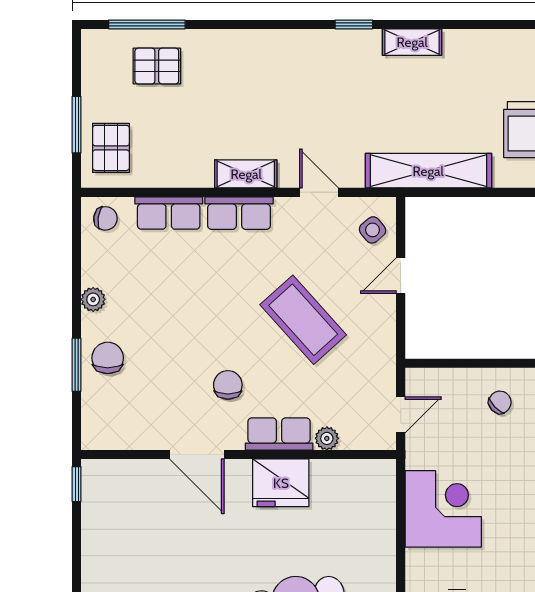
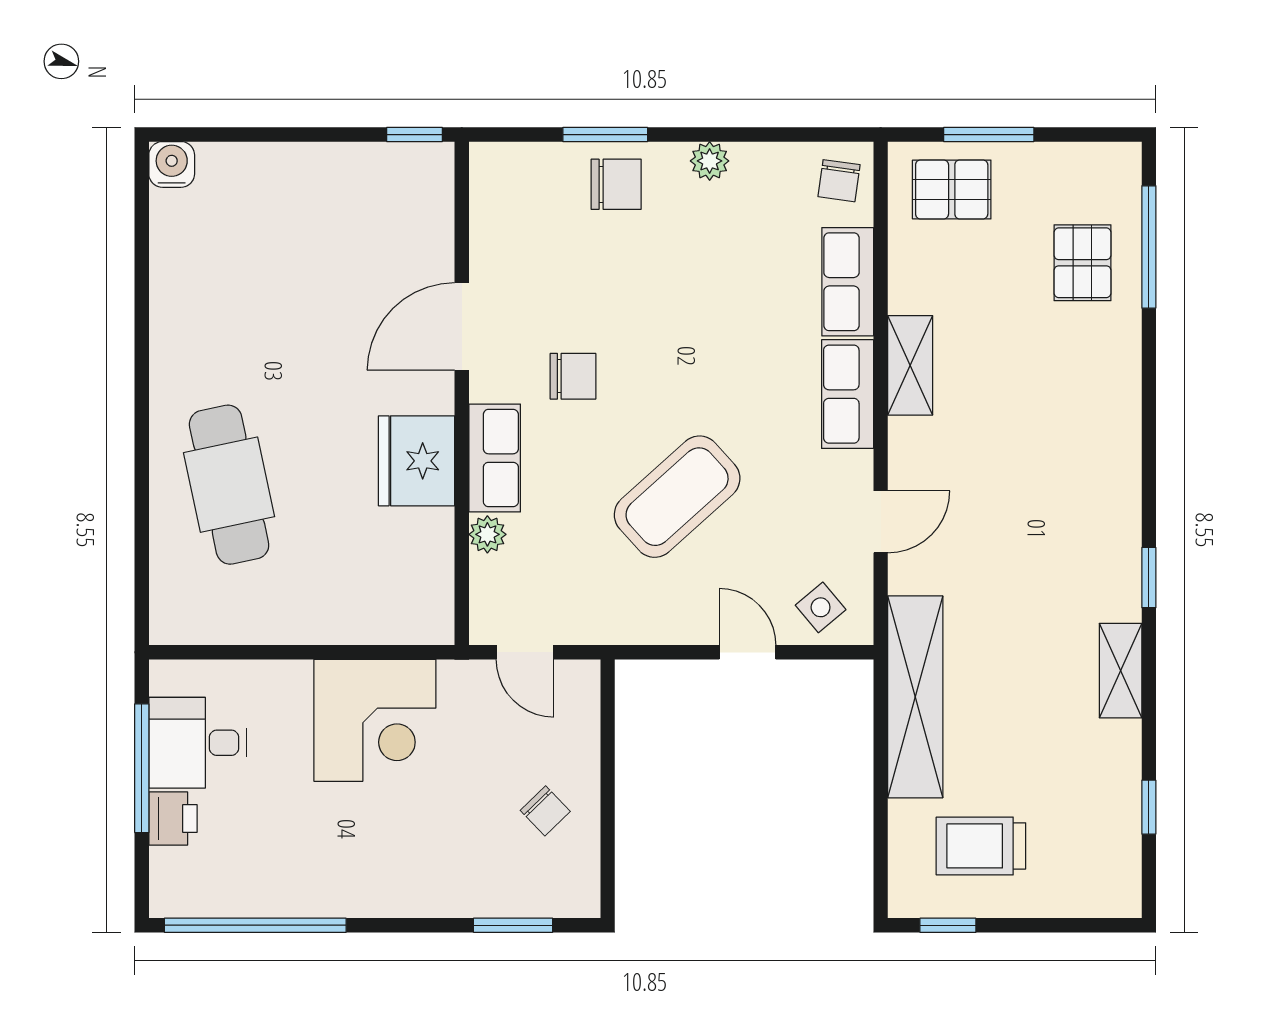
window: (498, 24) -> (1149, 807), added
shelving: (246, 174) -> (910, 365), moved

